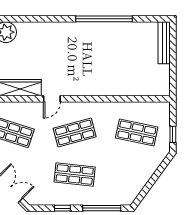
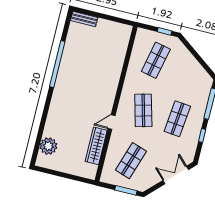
bench: (164, 43) -> (84, 19), width x0.73
door: (52, 99) -> (112, 122), swing flipped

